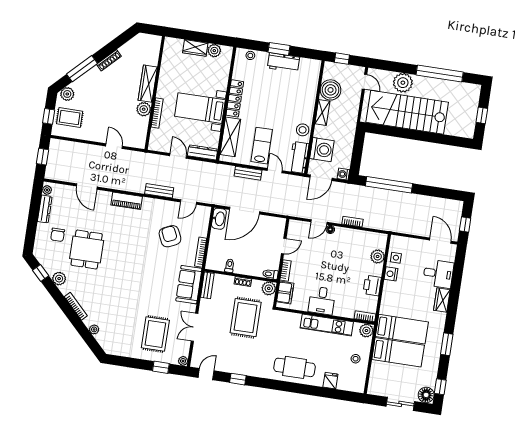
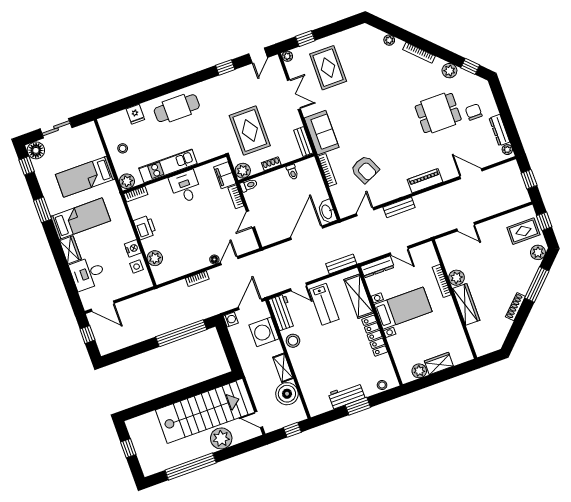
bench: (248, 173) -> (341, 264), moved
dining table: (87, 250) -> (438, 113), turned 90
bed: (402, 329) -> (81, 219), moved, turned 180

